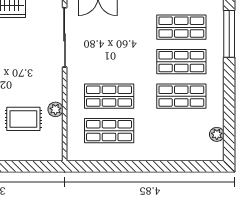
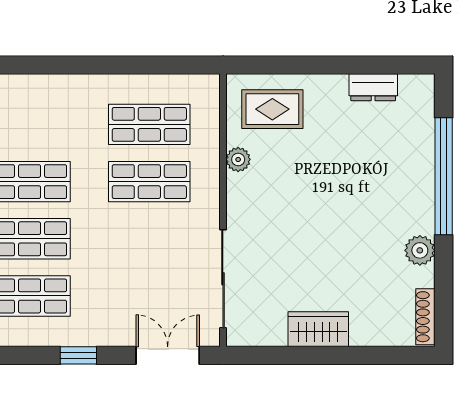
rug: (23, 119) -> (272, 109), moved

